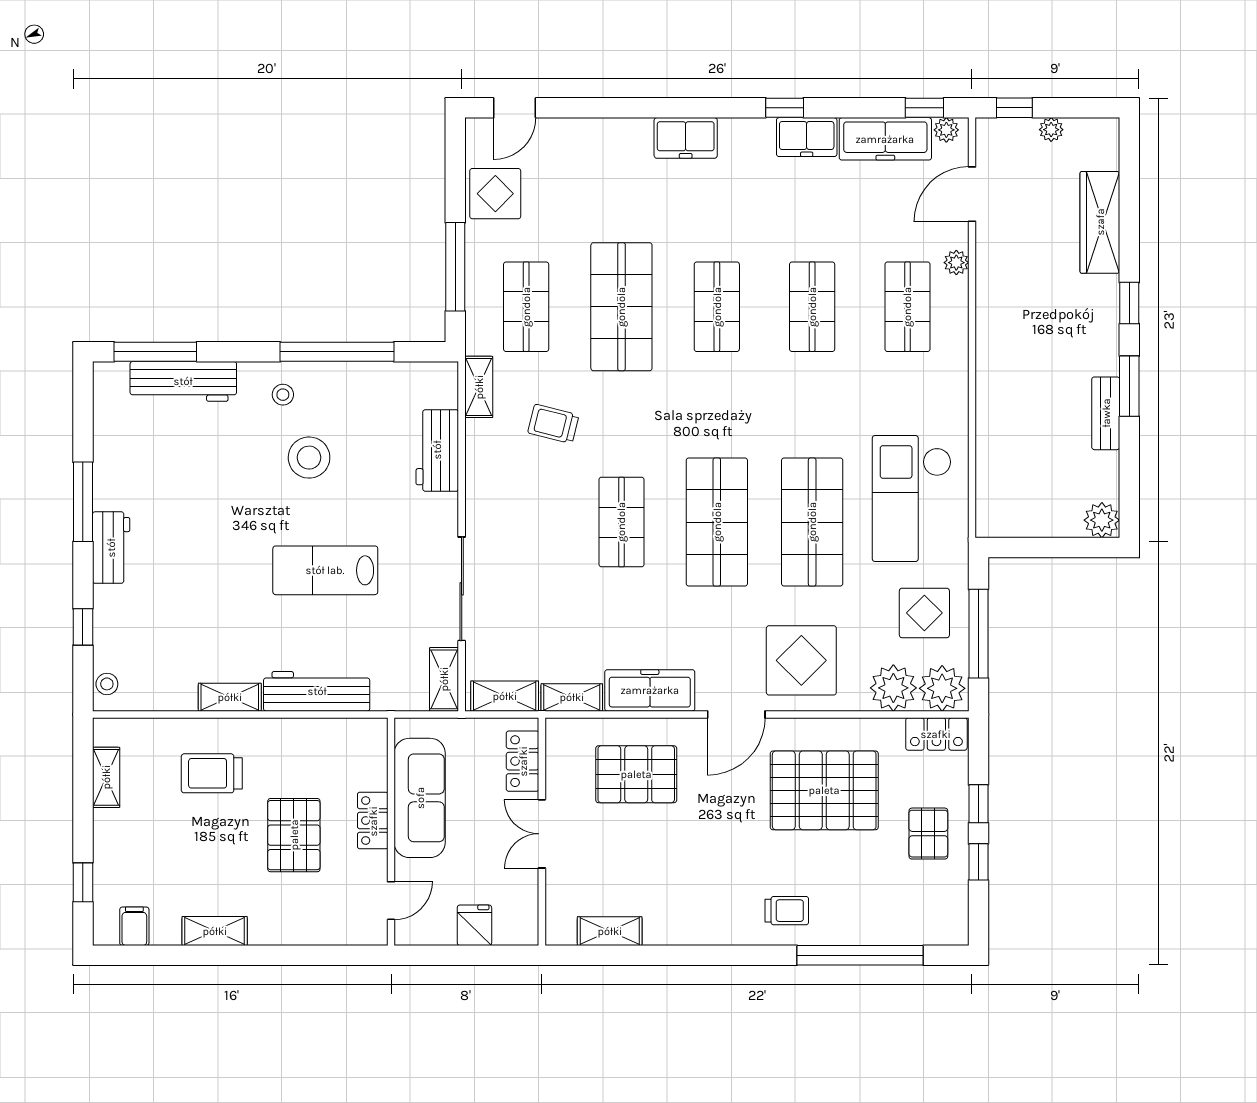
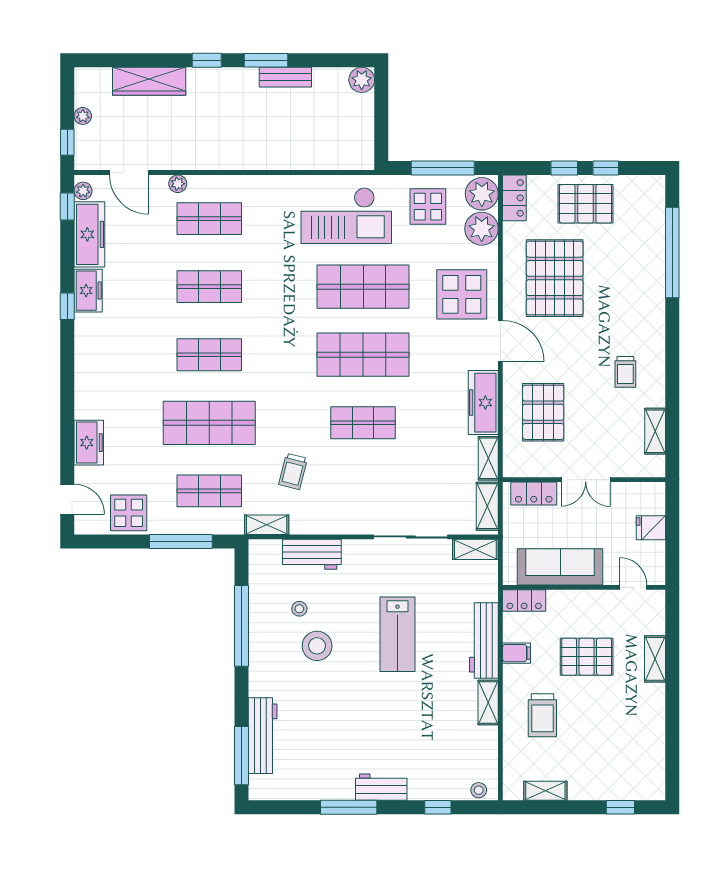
freezer: (686, 138) -> (89, 443), moved
stool: (283, 395) -> (299, 609), moved
locker: (373, 821) -> (524, 600), moved
pallet: (928, 834) -> (585, 204), width x1.50, depth x1.42
trolley: (787, 911) -> (625, 372), moved, turned 180
filing cabinet: (134, 926) -> (517, 653), moved, turned 180
shelving: (215, 931) -> (655, 659), moved

